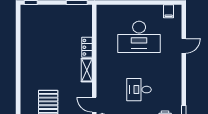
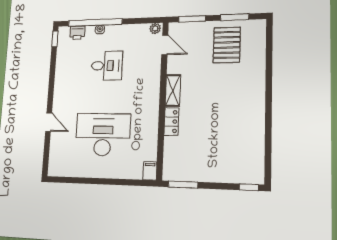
filing cabinet: (169, 11) -> (150, 171), moved
door: (184, 46) -> (49, 122), swing flipped

